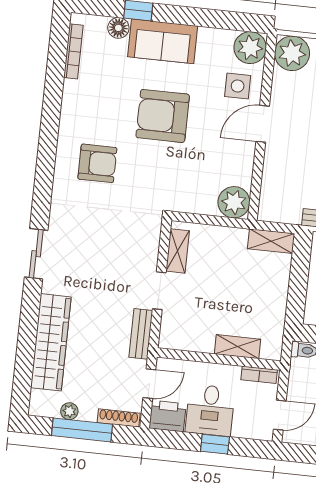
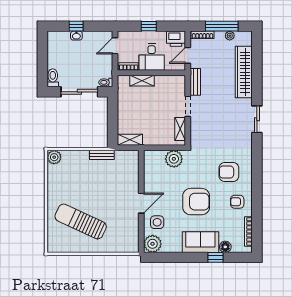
plant: (292, 53) -> (129, 243), removed
armchair: (88, 108) -> (237, 202), added
plant: (234, 202) -> (174, 159), moved
desk: (210, 410) -> (152, 57), moved, turned 180

